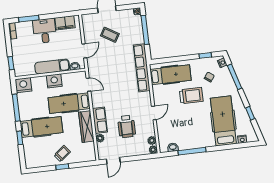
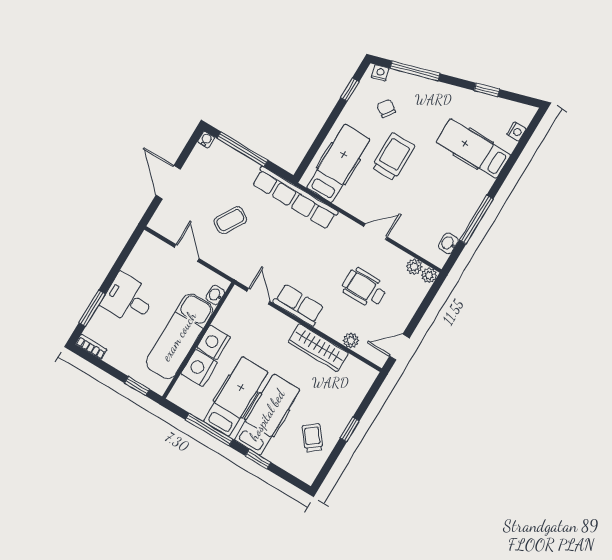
filing cabinet: (65, 23) -> (140, 260), removed
coffee table: (110, 35) -> (230, 220), moved
door: (84, 51) -> (187, 253), moved
exam couch: (52, 67) -> (179, 336), width x1.36, depth x1.45
nightstand: (23, 85) -> (199, 368), moved
door: (88, 85) -> (258, 296), hinge flipped
hospital bed: (69, 103) -> (236, 397), moved, turned 180
door: (154, 113) -> (375, 232), hinge flipped
row of seats: (100, 120) -> (299, 305), moved
hospital bed: (223, 121) -> (473, 149), width x0.73, depth x0.78
wheelchair: (127, 126) -> (364, 288), turned 180
trolley: (62, 154) -> (313, 438), moved
door: (113, 161) -> (399, 347), swing flipped

